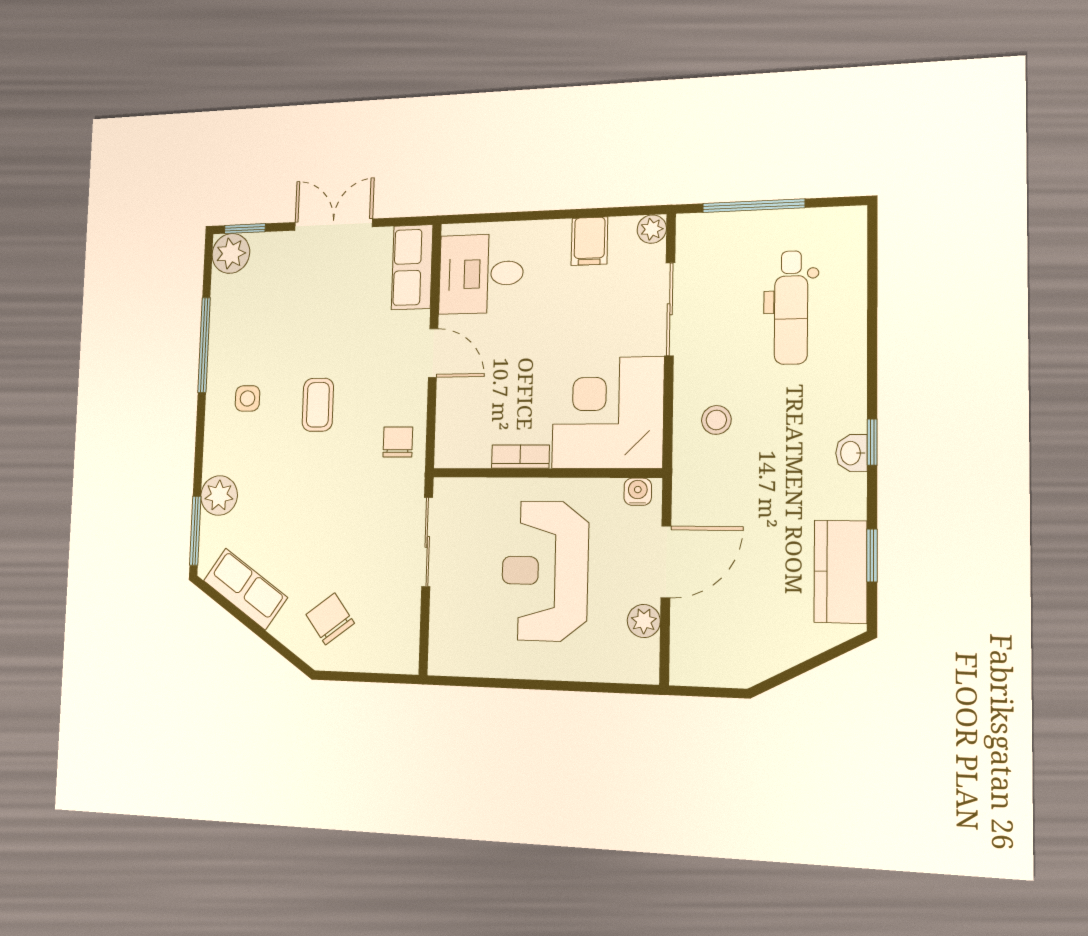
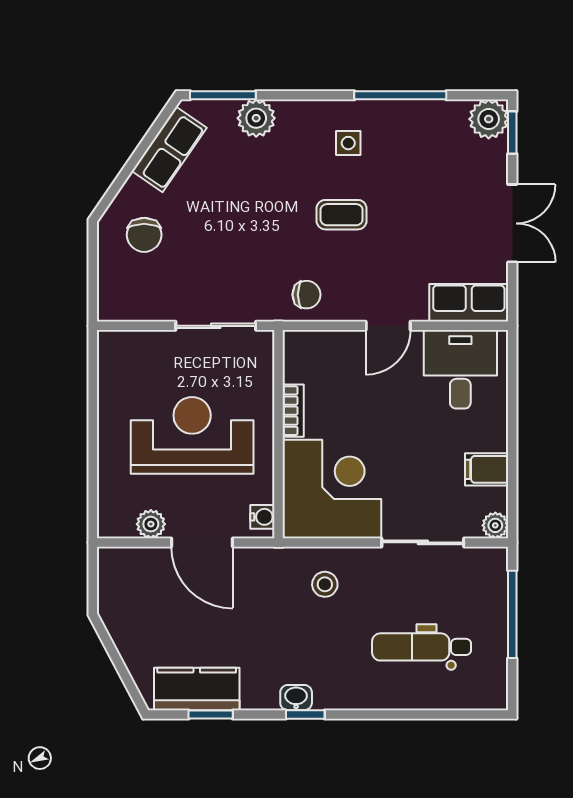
chair: (330, 619) -> (144, 235), turned 127

